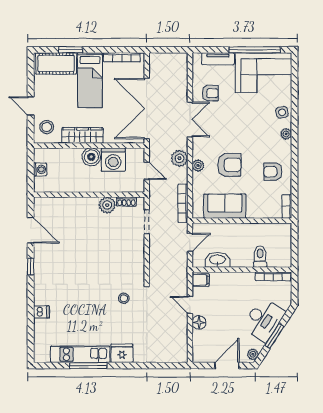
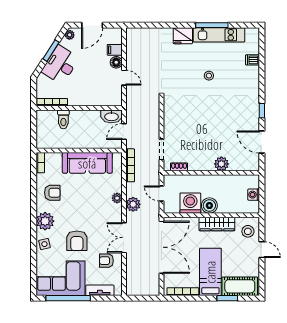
plant: (286, 134) -> (45, 221), width x1.88, depth x1.88
armchair: (229, 165) -> (77, 241), moved, turned -90
plant: (107, 205) -> (221, 164), moved
sofa: (225, 206) -> (87, 163), width x1.36
washbasin: (217, 260) -> (112, 116), moved
filing cabinet: (201, 280) -> (115, 50), moved
stool: (124, 298) -> (209, 76), moved
dishwasher: (41, 312) -> (252, 60), moved

